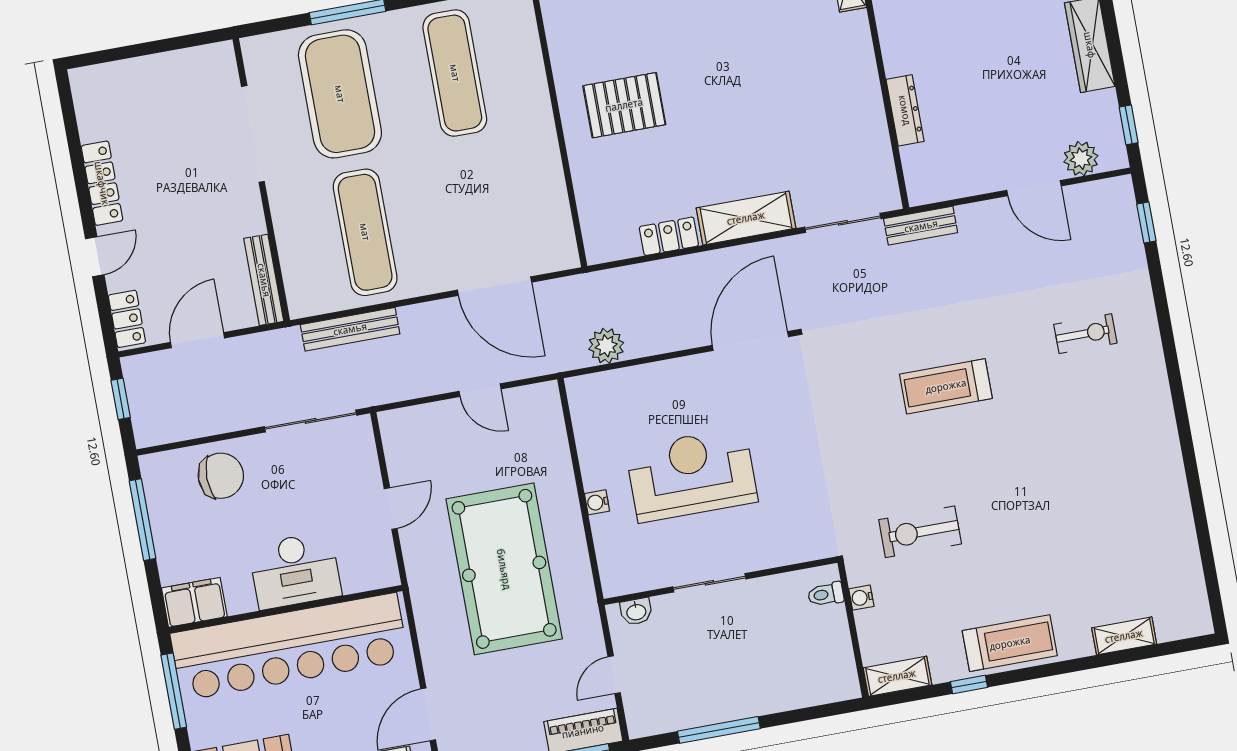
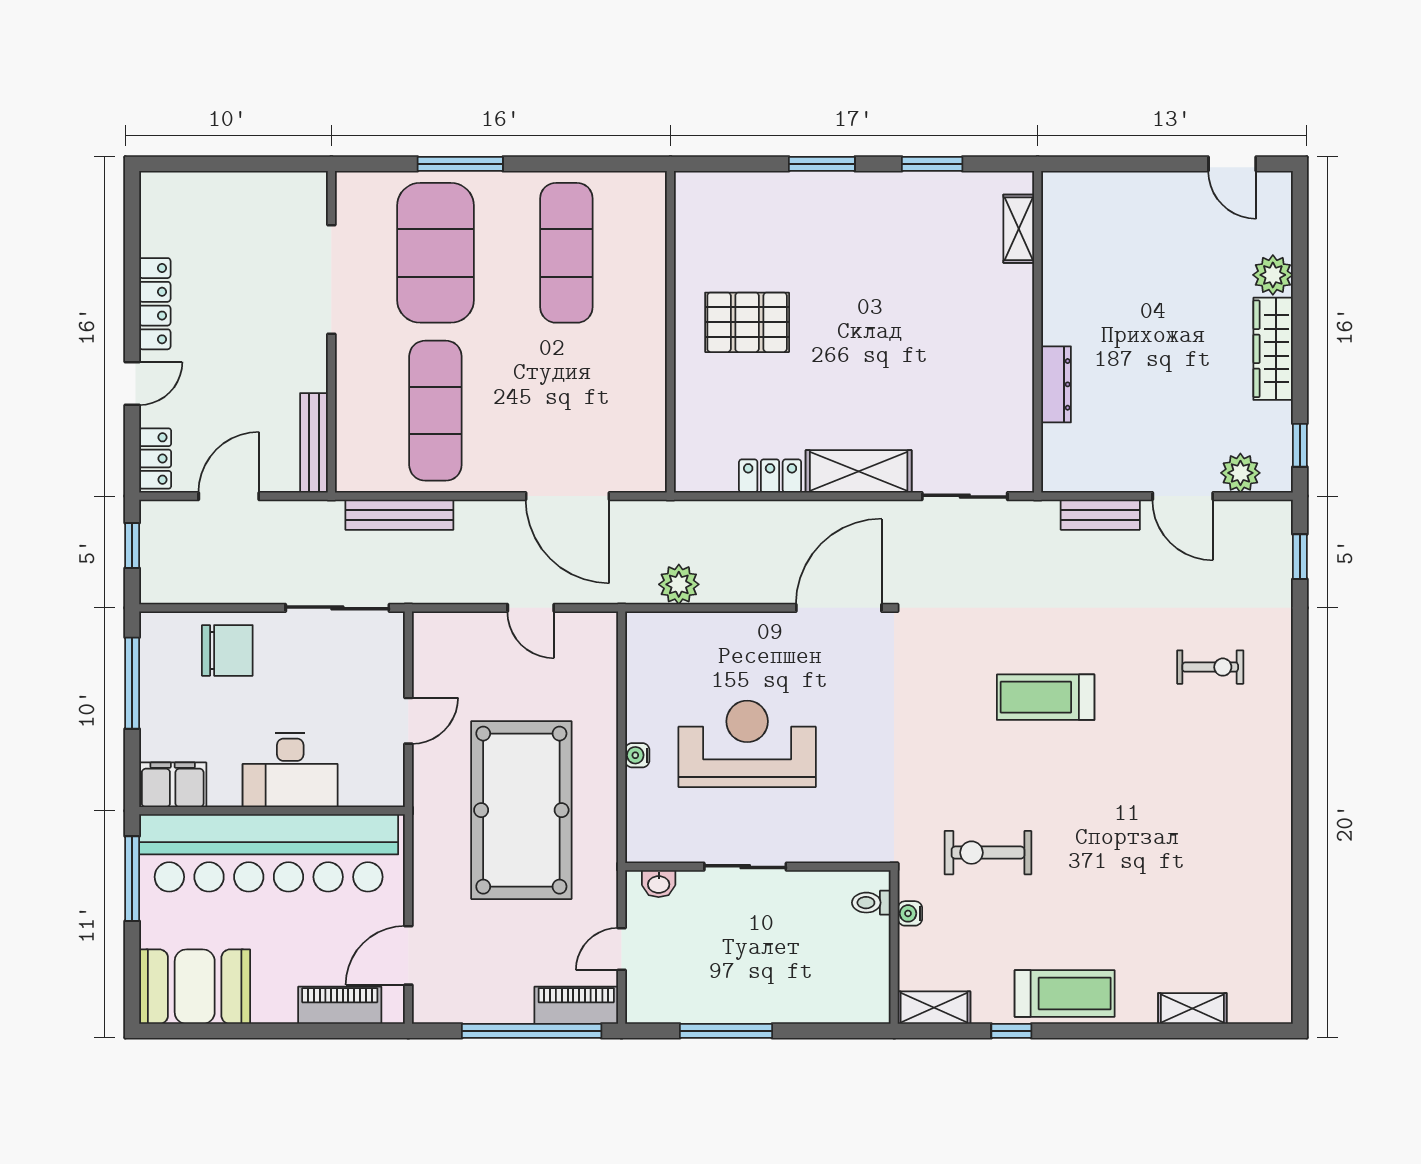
bench: (921, 226) -> (1100, 515), moved

